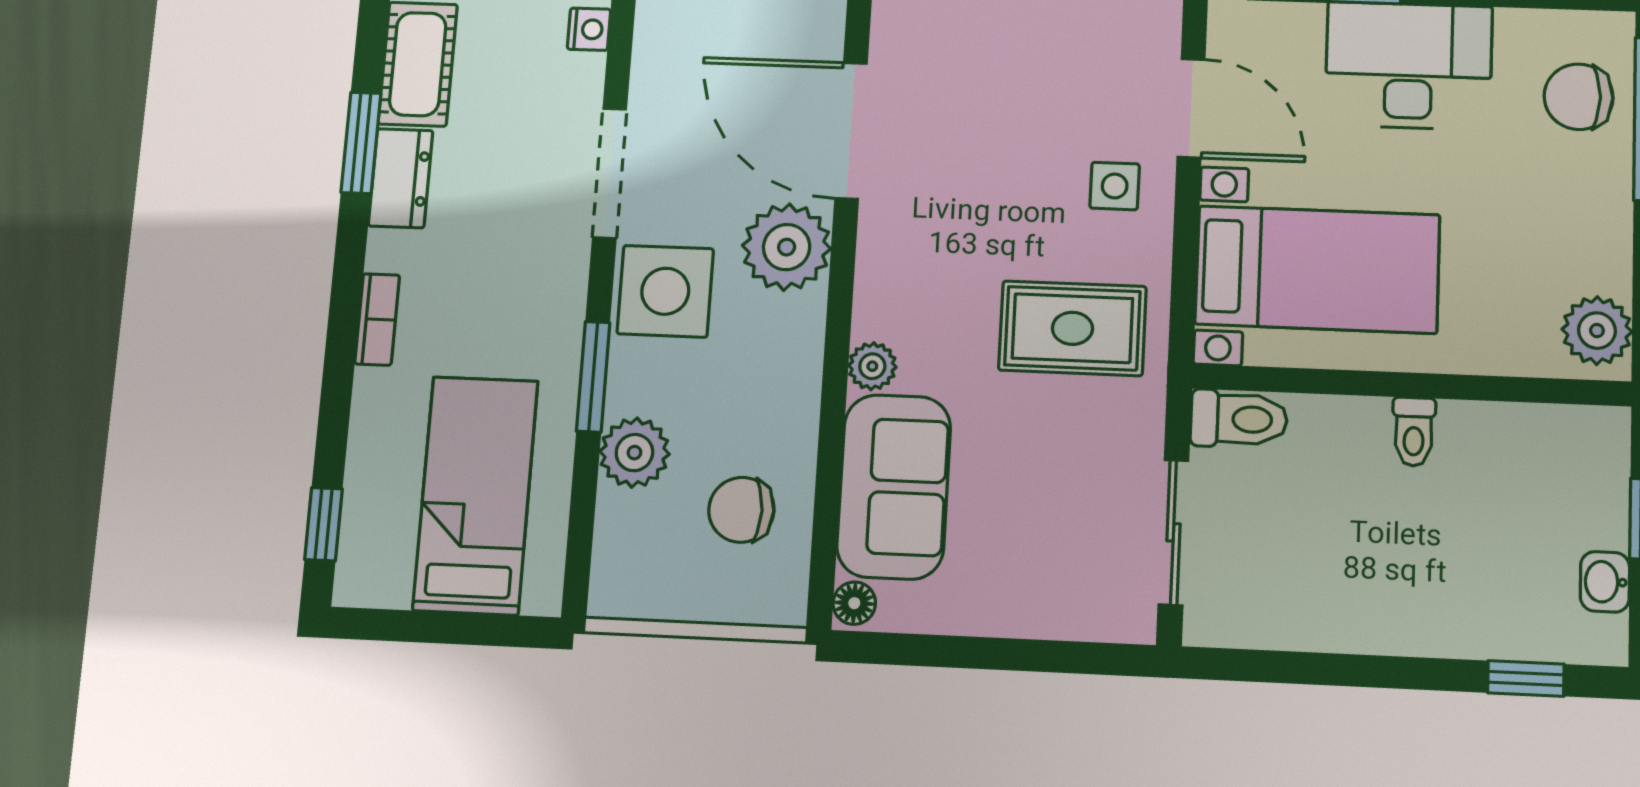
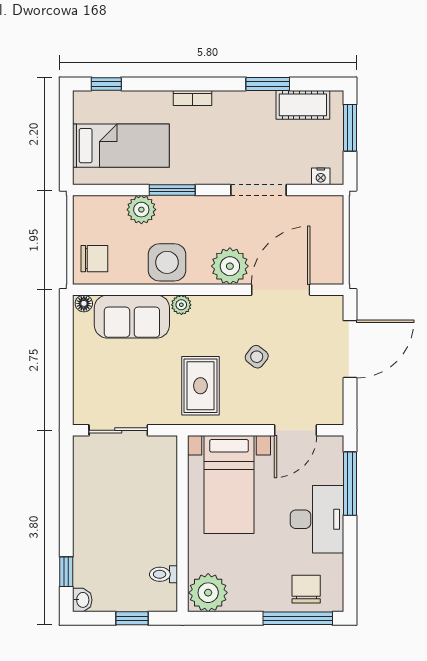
dresser: (401, 178) -> (253, 102), removed
side table: (1115, 186) -> (257, 357), moved, turned 38
side table: (665, 291) -> (167, 262), moved
plant: (1597, 331) -> (208, 593), width x1.36, depth x1.36
toilet: (1239, 419) -> (166, 455), removed
toilet: (1414, 432) -> (163, 574), moved
chair: (741, 510) -> (94, 259), moved, turned 90
washbasin: (1605, 582) -> (82, 600), moved, turned 90

